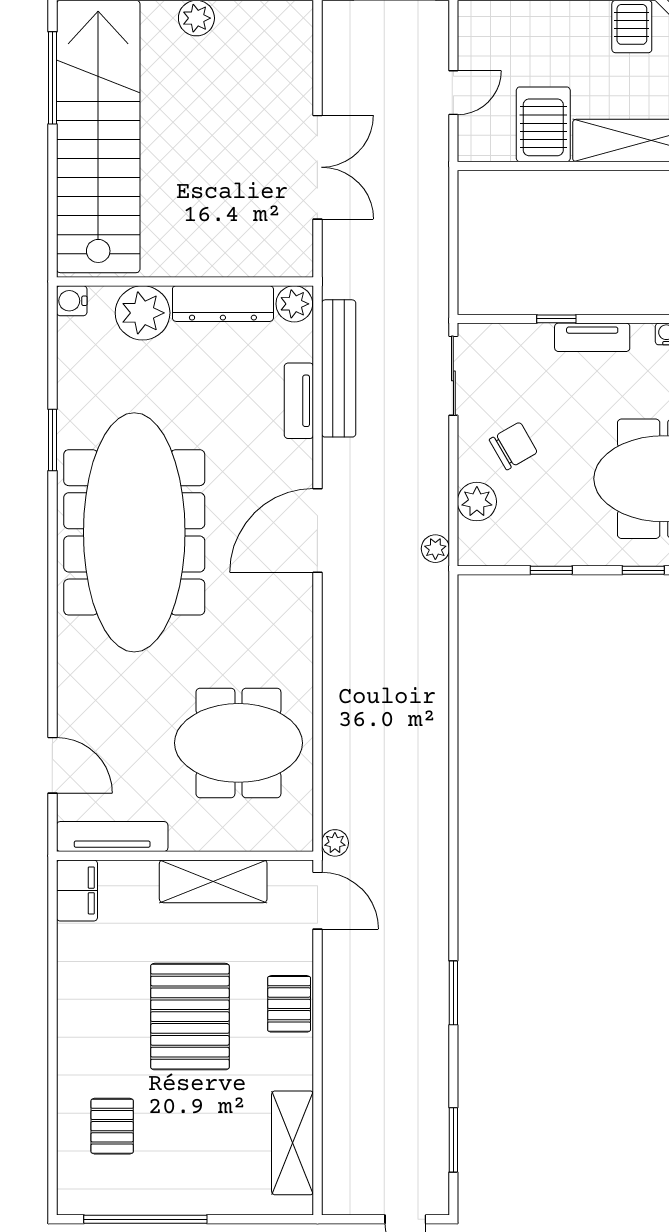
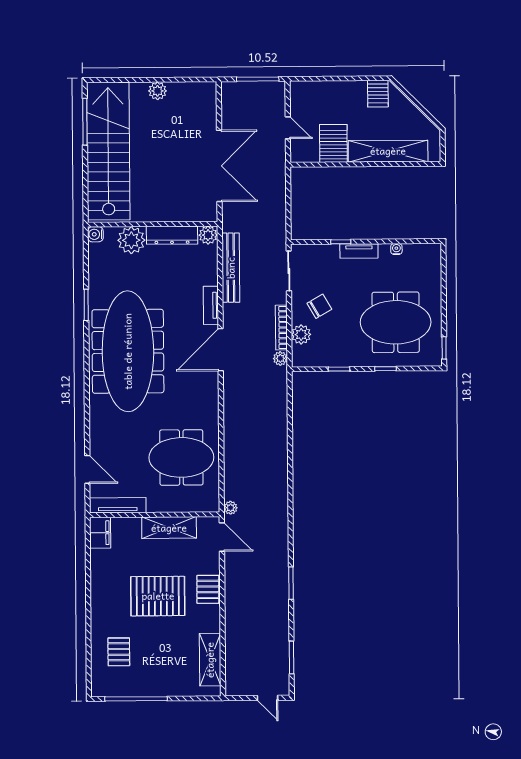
door: (453, 93) -> (288, 128), hinge flipped
double door: (317, 167) -> (219, 166), width x1.36
tv unit: (299, 401) -> (211, 305), moved
bookcase: (438, 487) -> (281, 328), added
pallet: (190, 1017) -> (158, 596), turned 90

